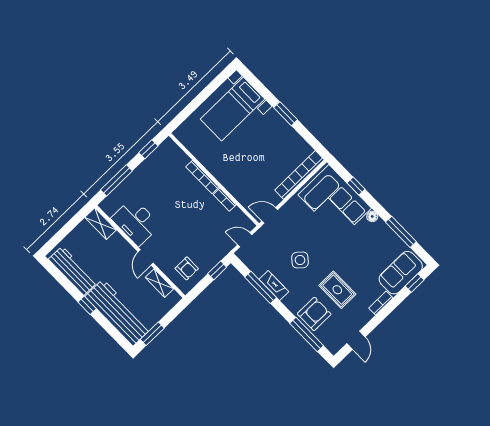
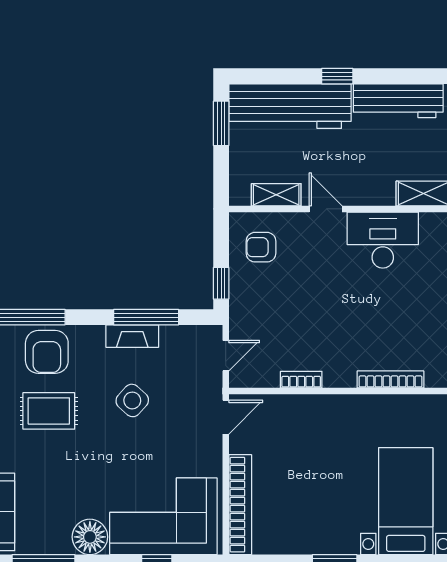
bookcase: (202, 177) -> (391, 379), moved
floor lamp: (372, 216) -> (90, 537), width x1.89, depth x1.89

